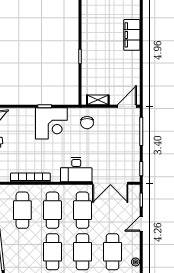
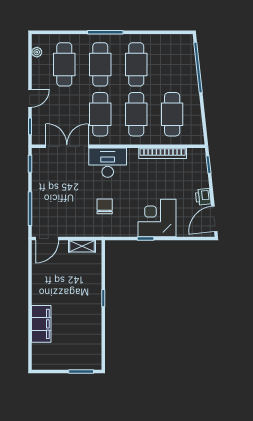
corner desk: (51, 123) -> (157, 218), moved
chair: (87, 123) -> (105, 206), moved

